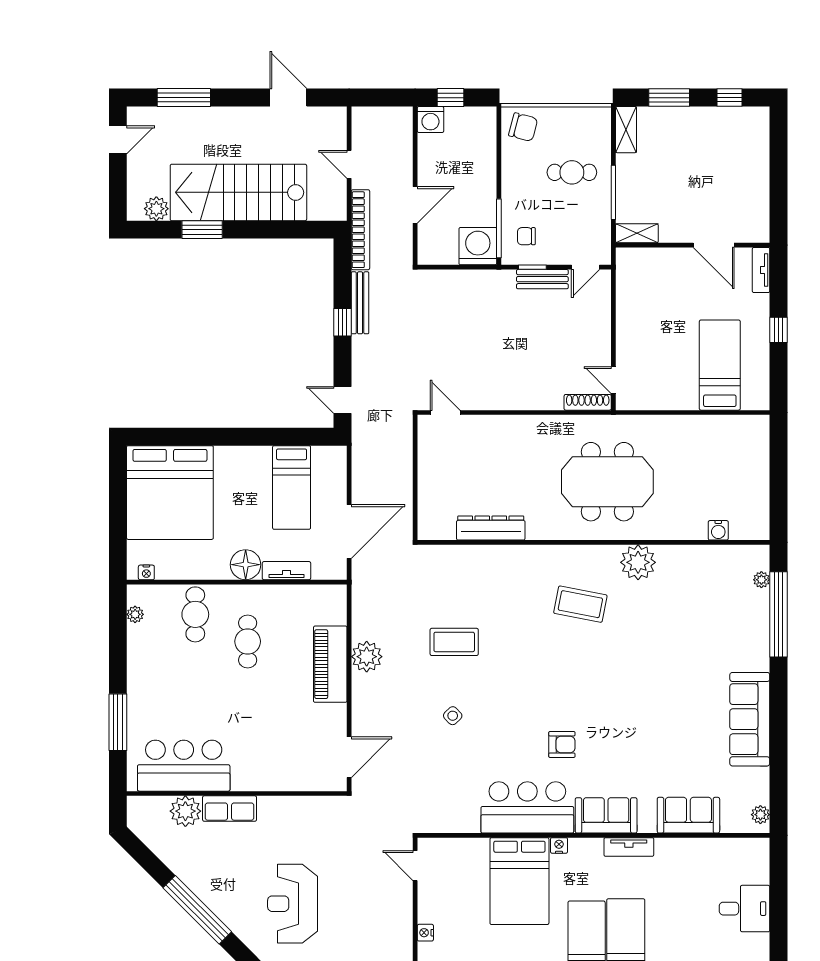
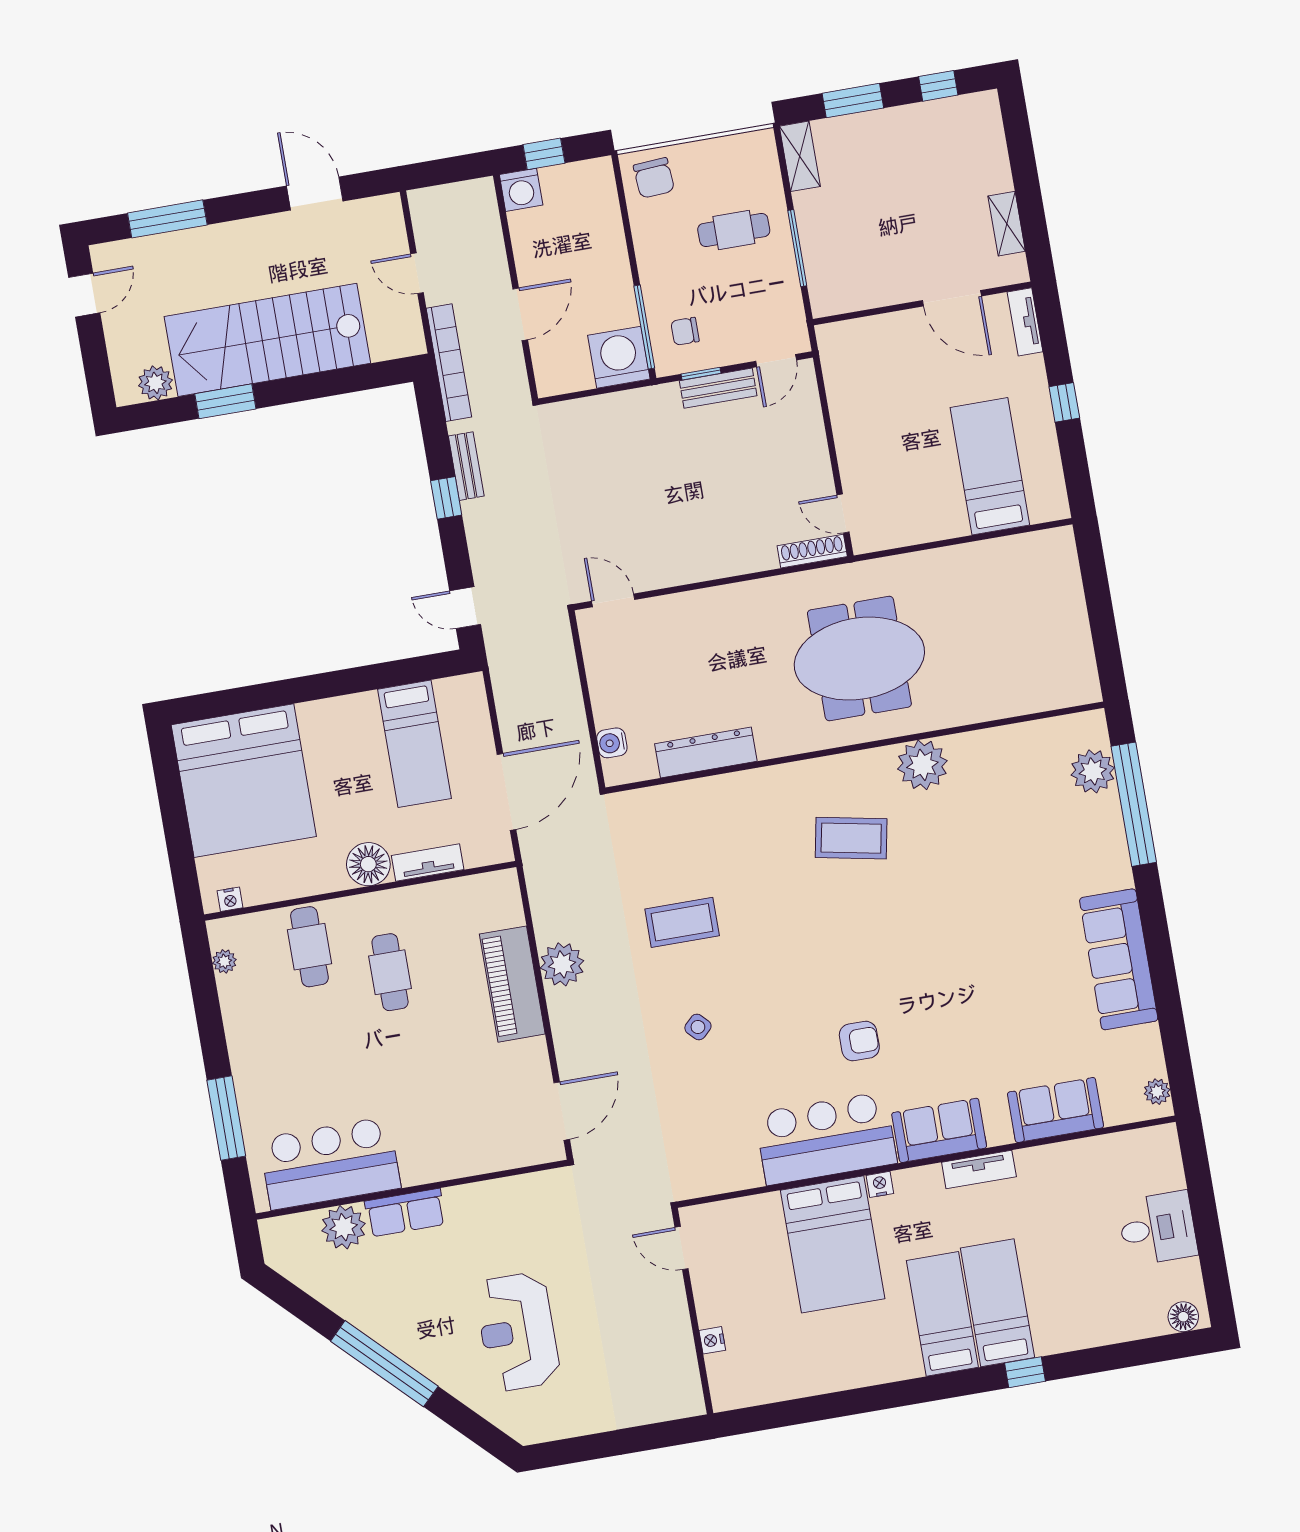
chair: (523, 127) -> (654, 178), turned 71
shelving: (637, 233) -> (1007, 224), moved, turned 90
bench: (360, 303) -> (466, 466), width x0.73
water cooler: (718, 530) -> (612, 743), moved, turned 90
plant: (761, 580) -> (1093, 771), width x1.88, depth x1.88

